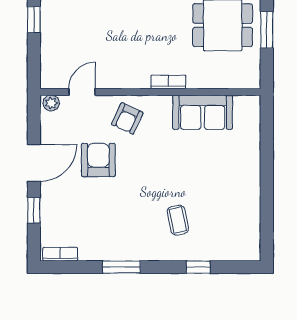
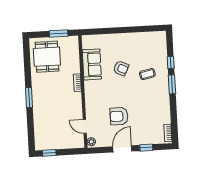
window: (267, 30) -> (59, 34), moved
armchair: (127, 118) -> (121, 68), moved
door: (34, 163) -> (122, 149), hinge flipped
window: (121, 267) -> (172, 84), moved

